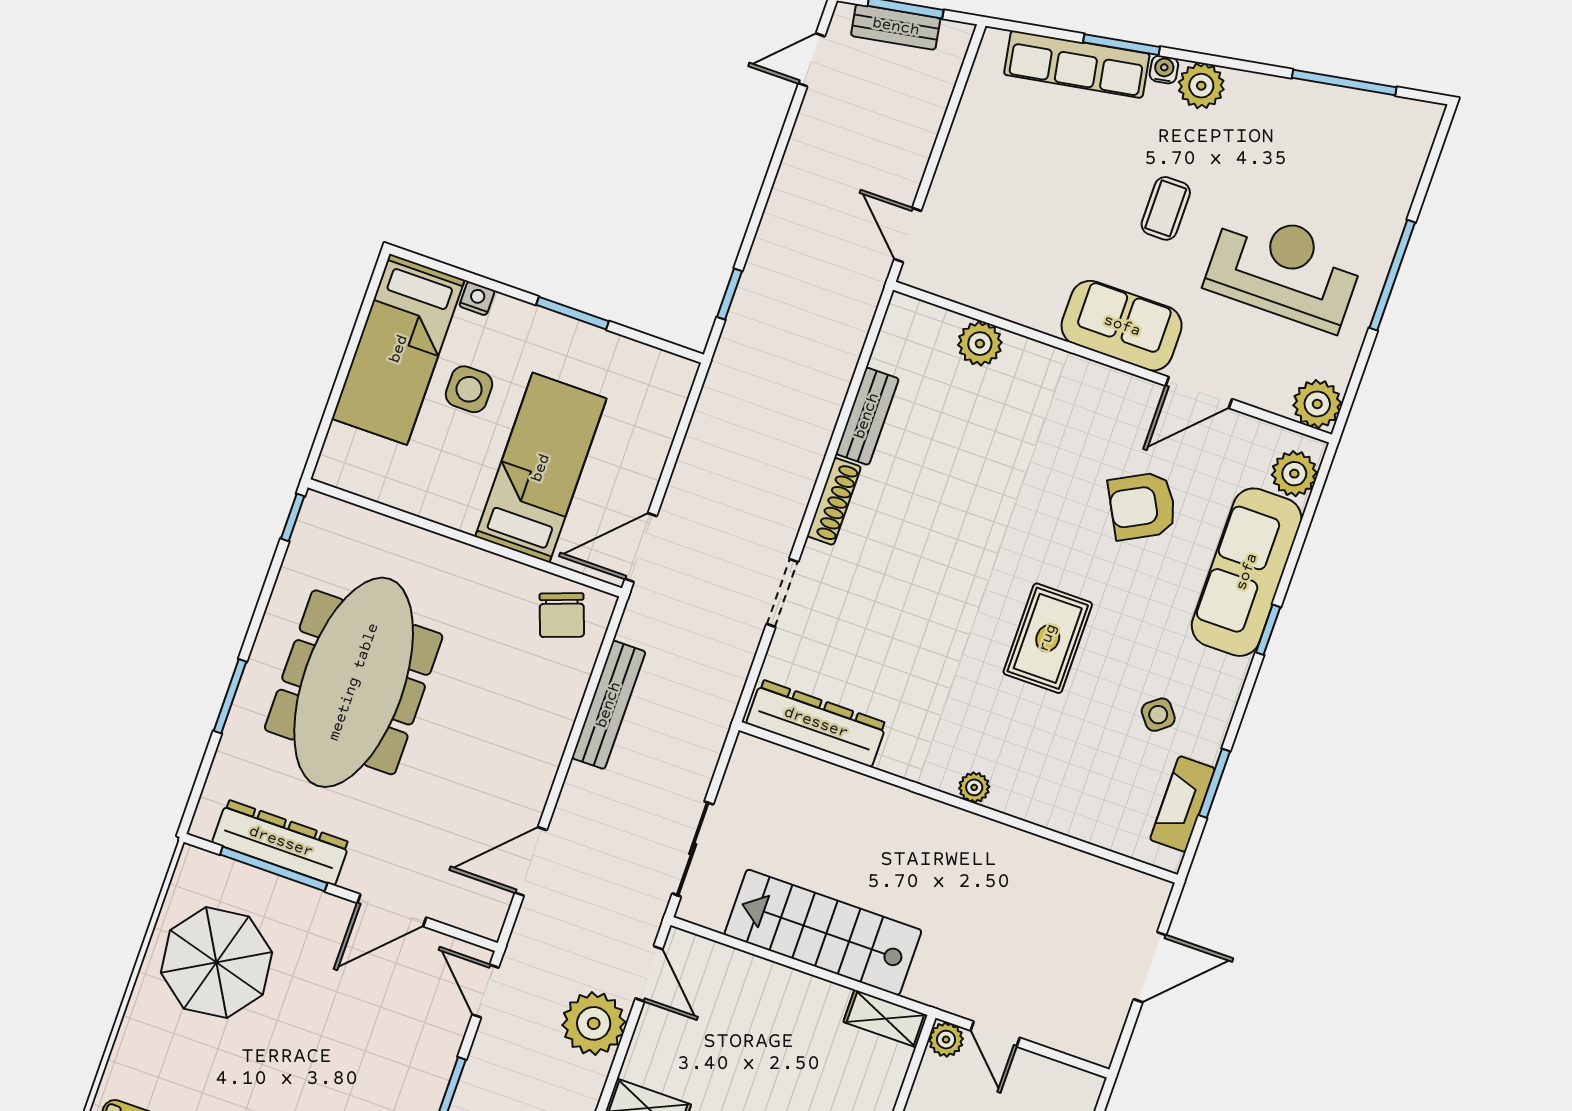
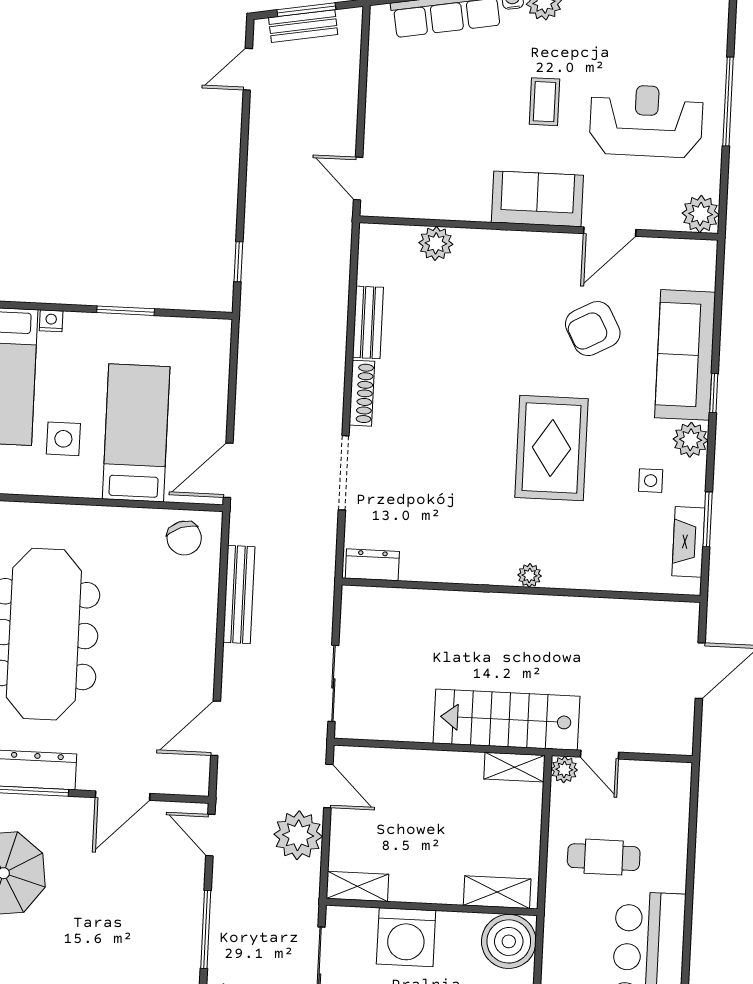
side table: (469, 389) -> (63, 439), moved
plant: (1294, 474) -> (691, 440), moved
doorway: (782, 593) -> (344, 473), width x1.38
rug: (1048, 638) -> (551, 448), width x1.36, depth x1.43
side table: (1158, 715) -> (651, 481), turned 38
dresser: (816, 723) -> (372, 565), width x0.51, depth x0.80
stairs: (823, 932) -> (507, 720), moved

